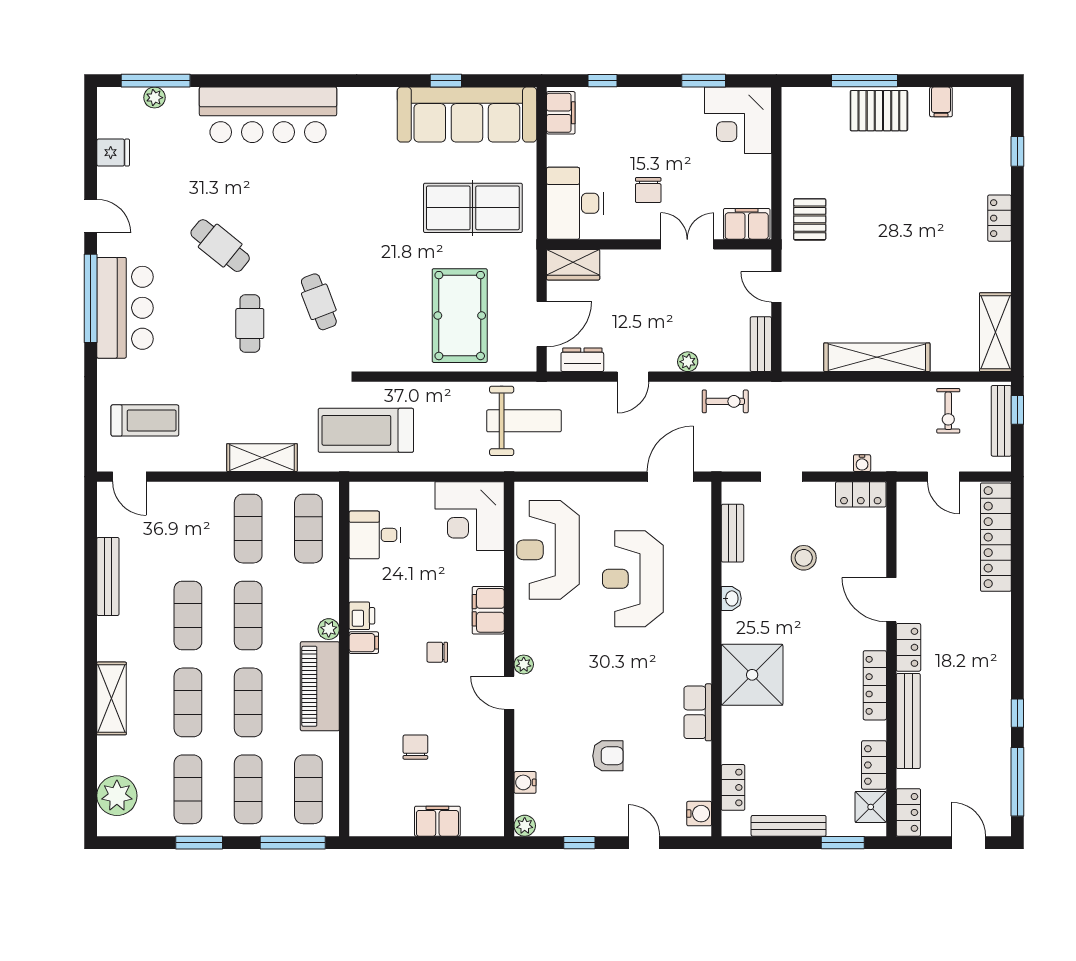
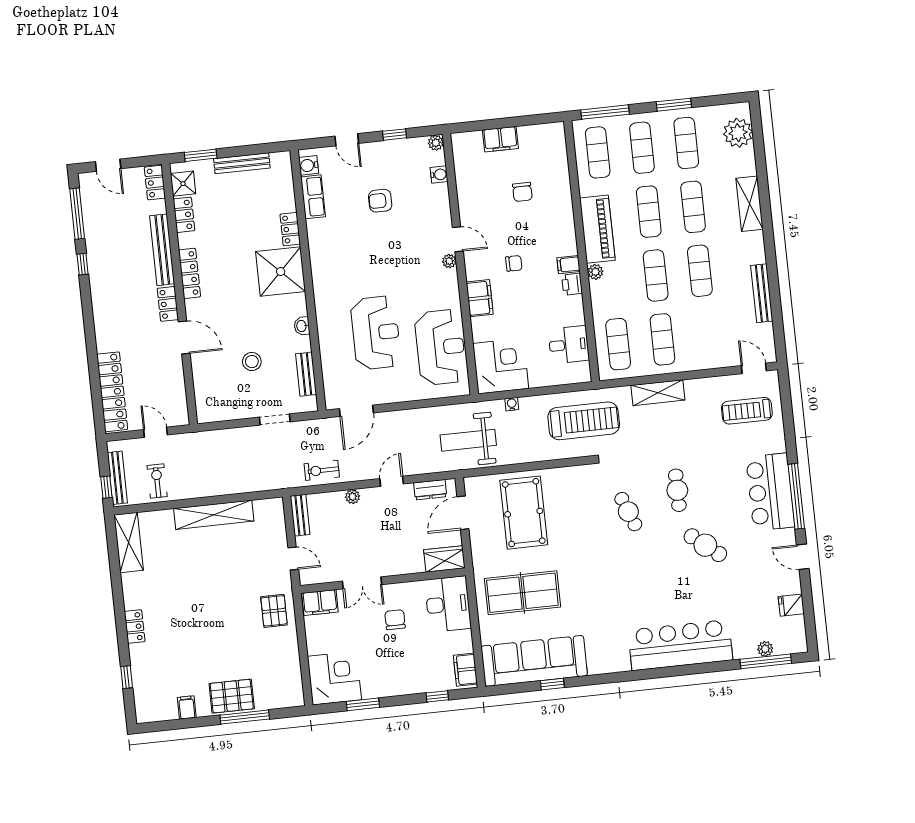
water cooler: (862, 463) -> (512, 404), moved
locker: (861, 494) -> (215, 413), removed
row of seats: (698, 712) -> (313, 197), moved
locker: (733, 787) -> (290, 229), moved

